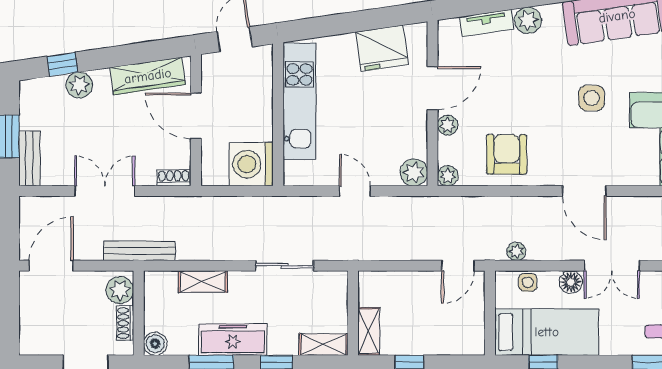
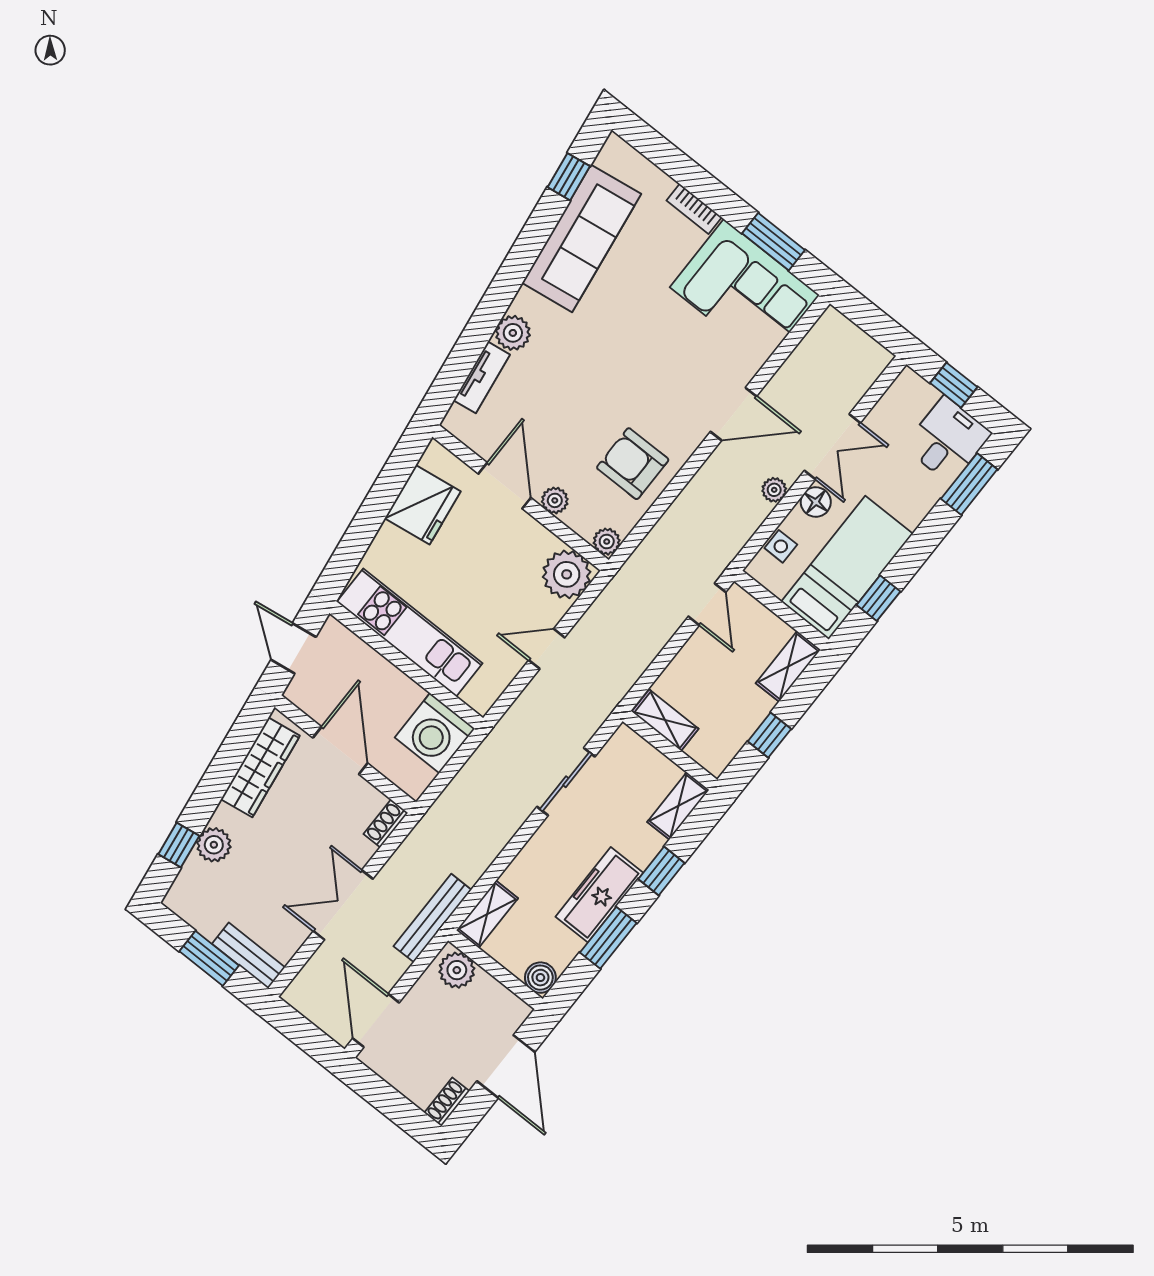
side table: (592, 98) -> (644, 331), removed
door: (196, 116) -> (340, 750), swing flipped
plant: (414, 172) -> (567, 574), width x1.36, depth x1.36
plant: (516, 251) -> (774, 490), moved
shelving: (203, 282) -> (487, 914), moved
shoe rack: (125, 323) -> (447, 1102), moved, turned 90
shelving: (369, 331) -> (665, 720), moved
shelving: (459, 344) -> (788, 667), added

